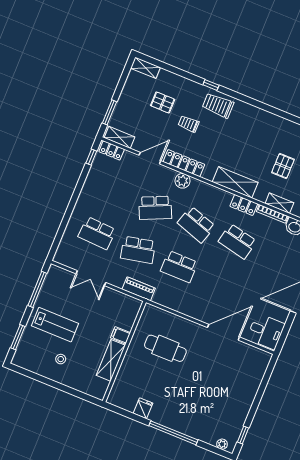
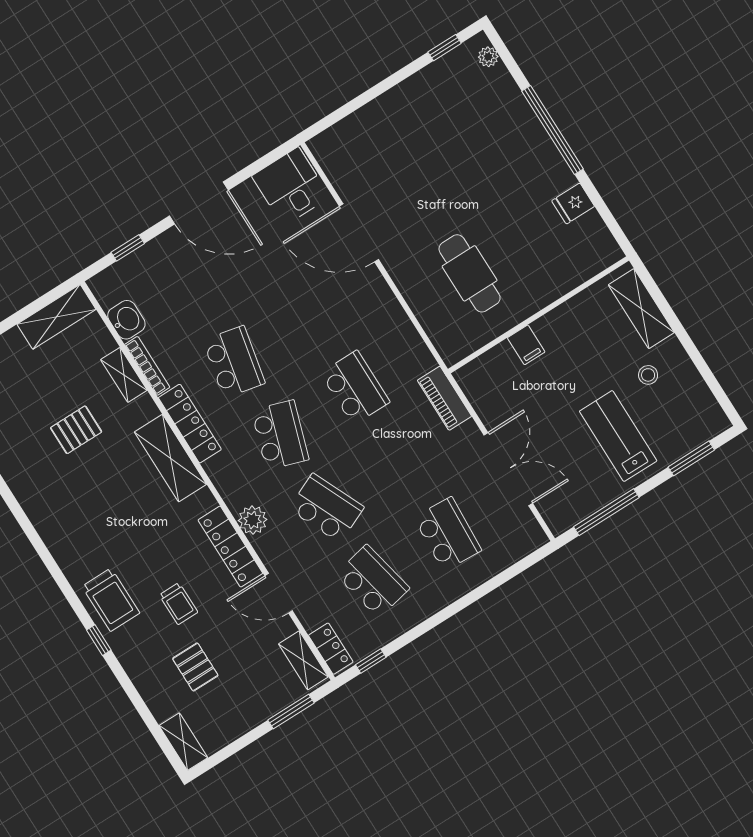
locker: (244, 205) -> (190, 424), width x1.53
school desk: (138, 250) -> (373, 581), moved
double door: (91, 278) -> (508, 469), width x1.37
shelving: (111, 360) -> (641, 309), moved, turned 90

